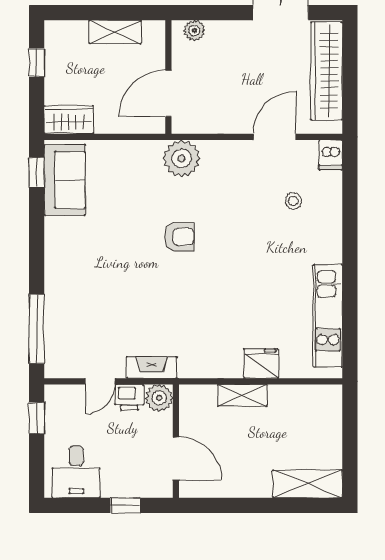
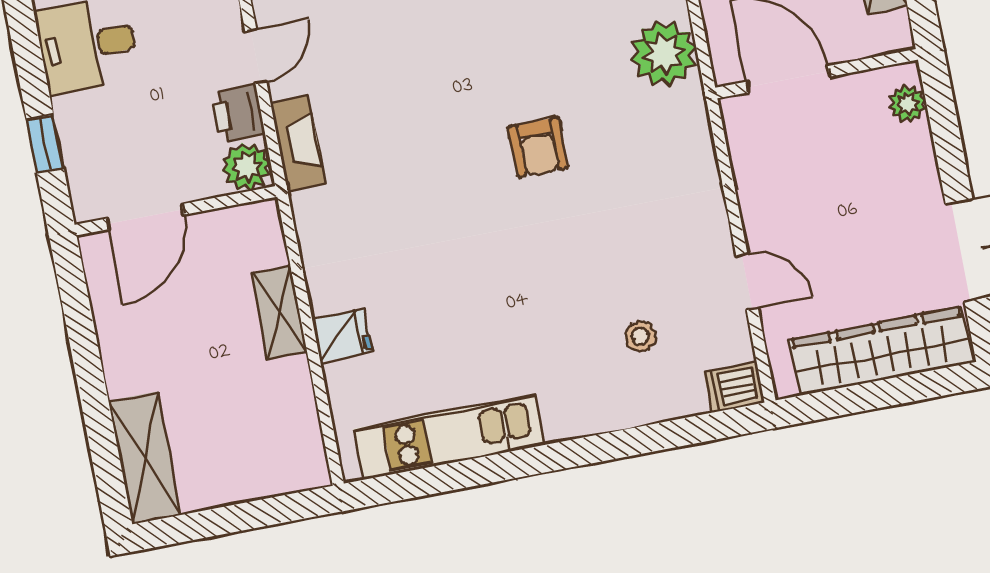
door: (275, 137) -> (747, 282), width x0.73
plant: (182, 158) -> (664, 54), moved
fridge: (261, 364) -> (342, 335), width x0.72
door: (100, 381) -> (256, 56), swing flipped

